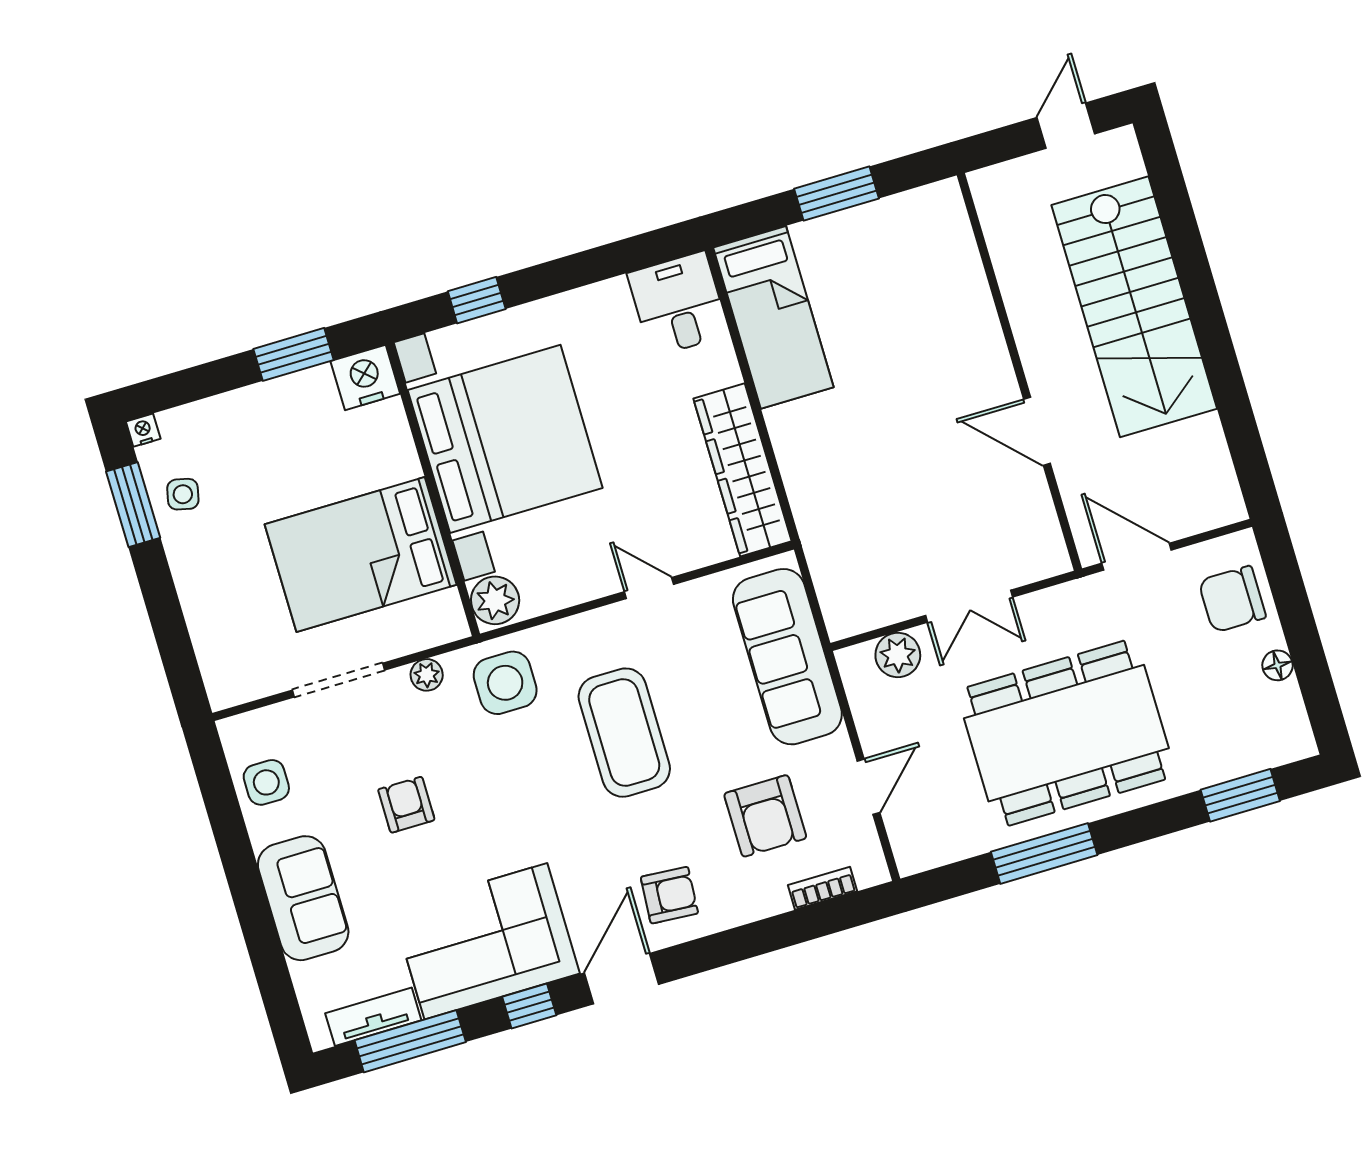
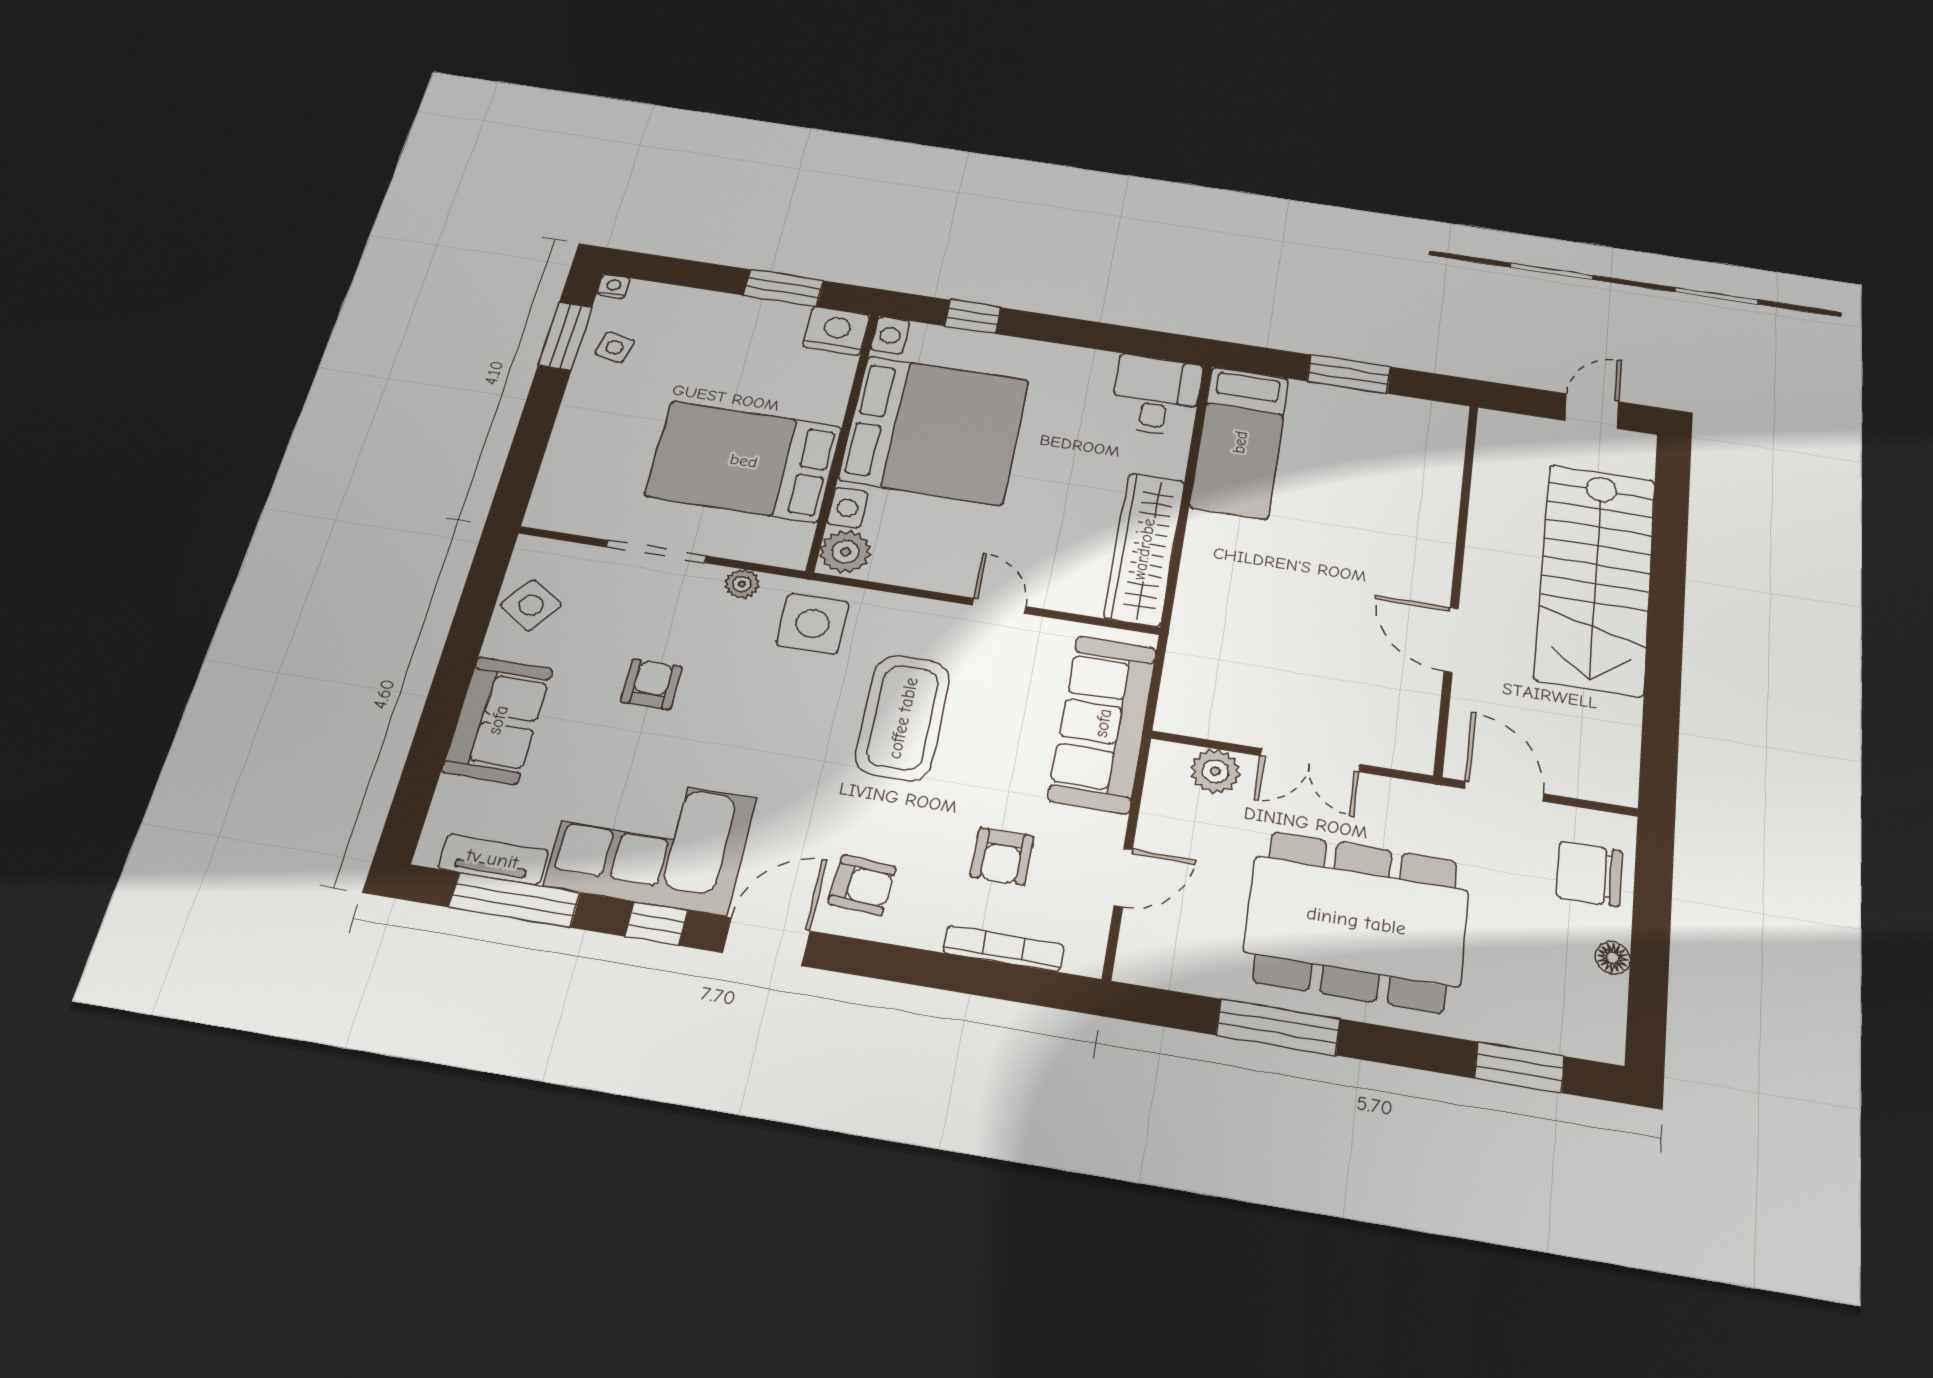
side table: (266, 782) -> (531, 605), turned 35
armchair: (765, 816) -> (1002, 856), width x0.72, depth x0.72
bookcase: (822, 888) -> (1003, 949), width x1.56

